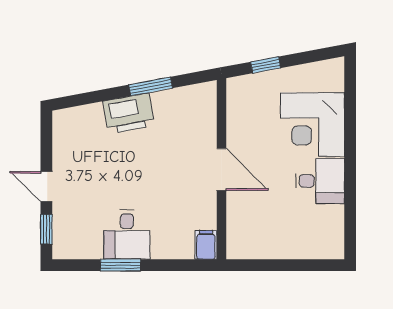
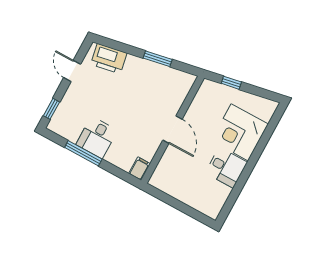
printer: (129, 114) -> (109, 59), moved
door: (46, 186) -> (72, 71), moved
window: (121, 265) -> (83, 153), width x1.44

